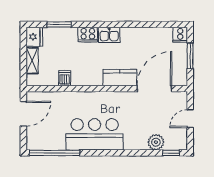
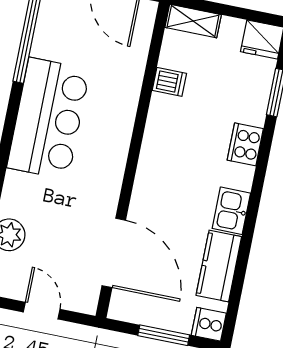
kitchen sink: (109, 35) -> (231, 211), moved
shelving: (32, 61) -> (193, 21), moved
kitchen counter: (120, 78) -> (219, 266), moved, turned 180

